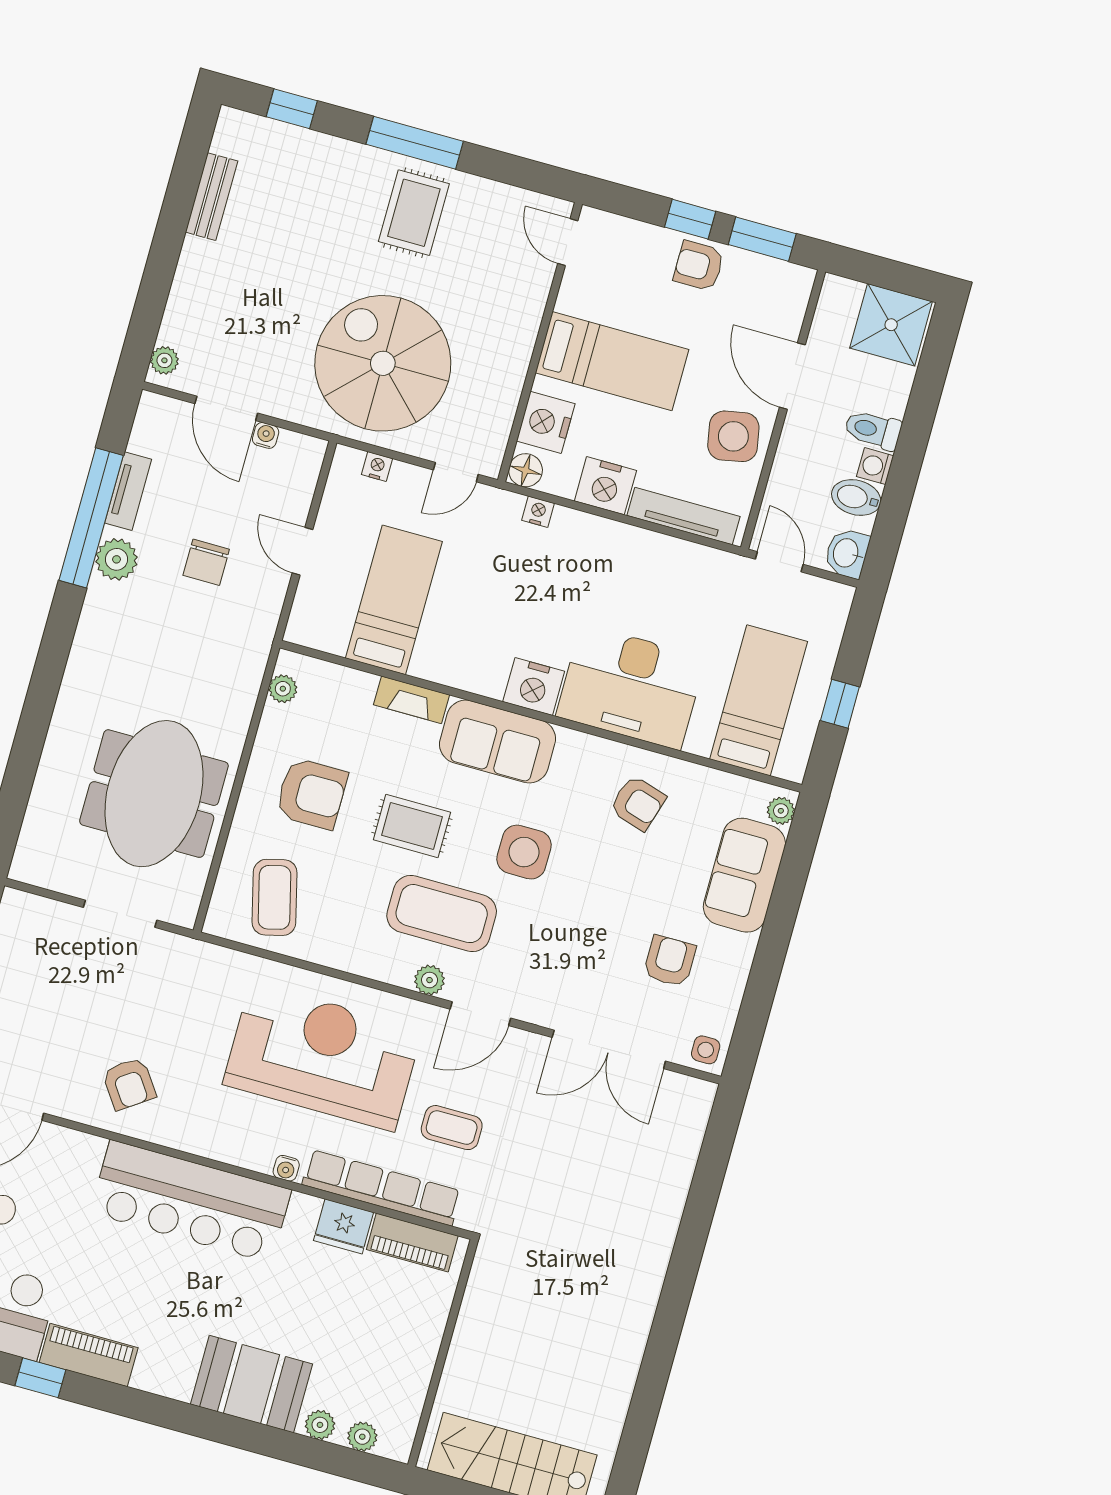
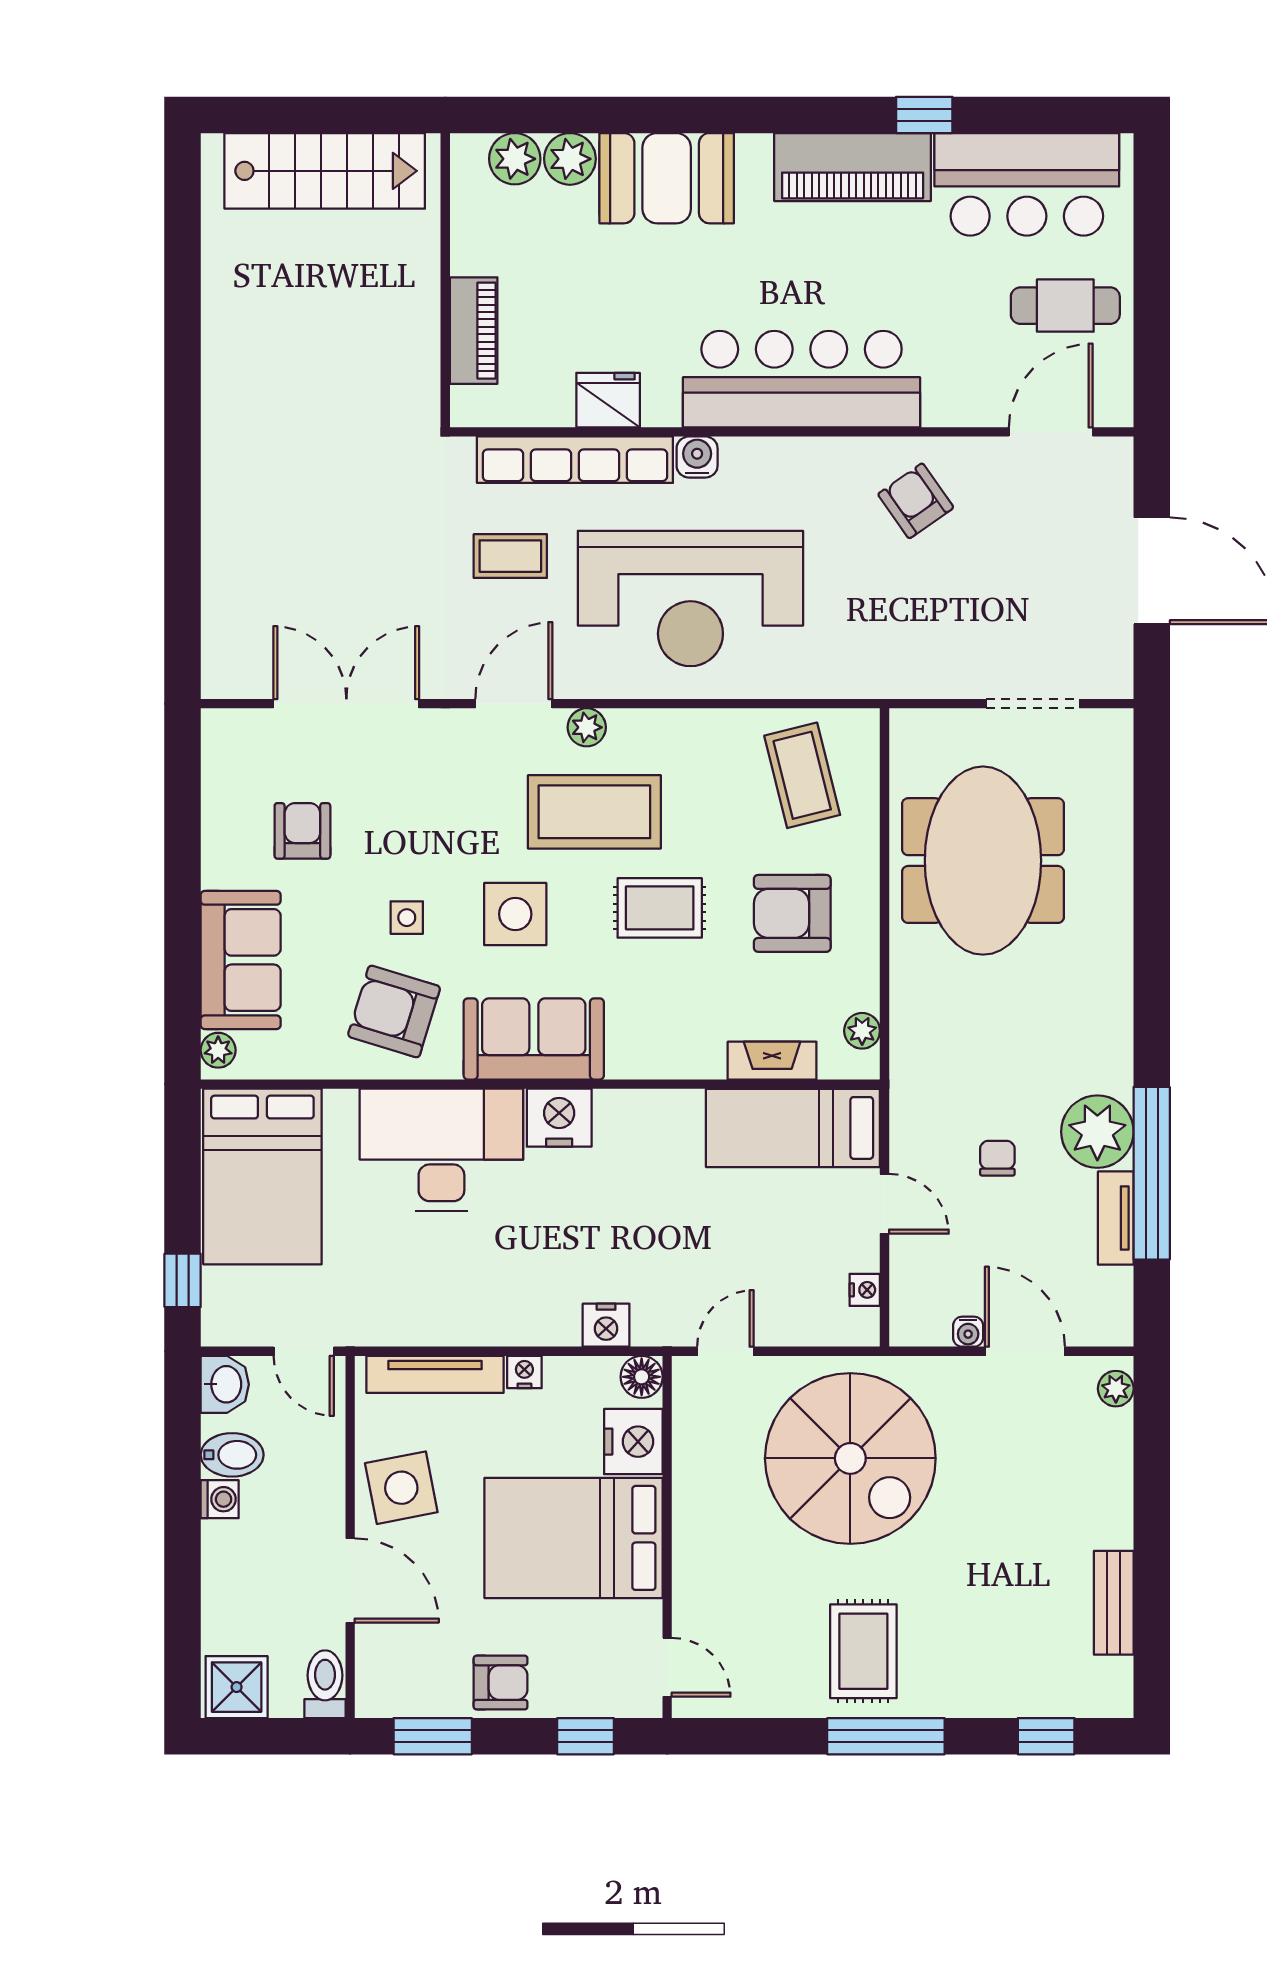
window: (690, 219) -> (586, 1736), moved
shower: (891, 325) -> (237, 1687), width x0.73, depth x0.73
bed: (612, 361) -> (573, 1538), width x1.50
toilet: (873, 430) -> (325, 1684), moved, turned -90
nightstand: (377, 467) -> (865, 1290), moved, turned -90
nightstand: (605, 486) -> (524, 1372), width x0.53, depth x0.56
nightstand: (538, 512) -> (606, 1325), width x1.39, depth x1.35
plant: (116, 559) -> (1097, 1132), width x1.36, depth x1.36
chair: (206, 562) -> (997, 1158), width x0.73, depth x0.73
bed: (394, 600) -> (793, 1128), moved, turned 90
fireplace: (412, 700) -> (772, 1061), moved
bed: (759, 700) -> (262, 1176), width x1.50
window: (840, 704) -> (183, 1280), moved
sofa: (498, 741) -> (534, 1039), moved
armchair: (638, 803) -> (394, 1011), width x1.38, depth x1.38
doorway: (120, 914) -> (1033, 704), moved
armchair: (670, 961) -> (302, 831), turned 180
side table: (706, 1050) -> (407, 918), moved
water cooler: (286, 1168) -> (697, 457), width x1.38, depth x1.38
piano: (412, 1243) -> (474, 331), moved, turned 90
piano: (89, 1355) -> (853, 167), width x1.37, depth x1.33
plant: (320, 1425) -> (570, 159), width x1.38, depth x1.38
plant: (362, 1437) -> (515, 159), width x1.38, depth x1.38

